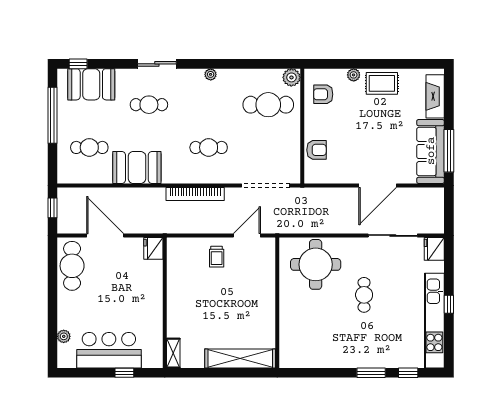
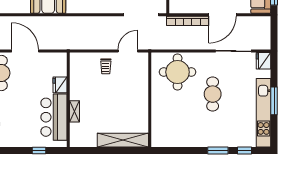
bookcase: (195, 194) -> (188, 21), moved
fridge: (153, 248) -> (60, 85), moved
cafe table: (364, 295) -> (213, 94), width x1.37, depth x1.35
window: (449, 304) -> (274, 101), width x2.17
bar counter: (109, 350) -> (54, 117), moved, turned -90
shelving: (173, 353) -> (74, 111), moved

